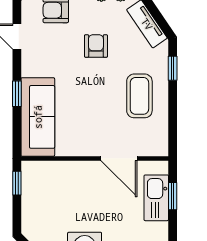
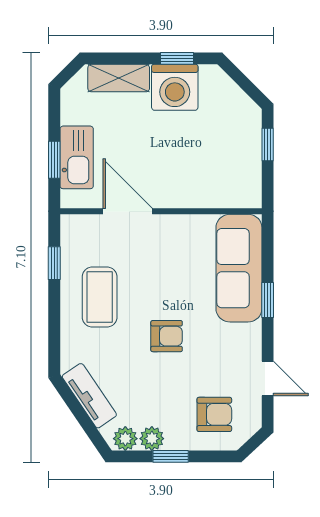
armchair: (96, 46) -> (167, 336), moved, turned -90
window: (173, 68) -> (54, 263), moved
window: (17, 183) -> (268, 144), moved

